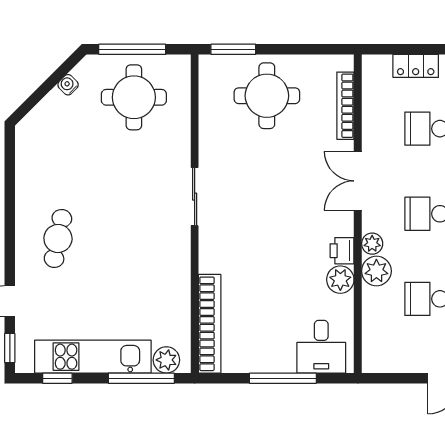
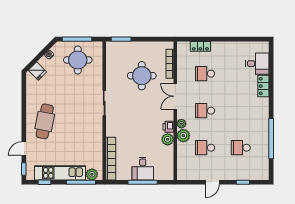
round table: (267, 96) -> (142, 76), moved
fridge: (41, 123) -> (37, 71), added
cafe table: (58, 238) -> (45, 121), width x1.37, depth x1.35
desk: (321, 347) -> (143, 169), moved

